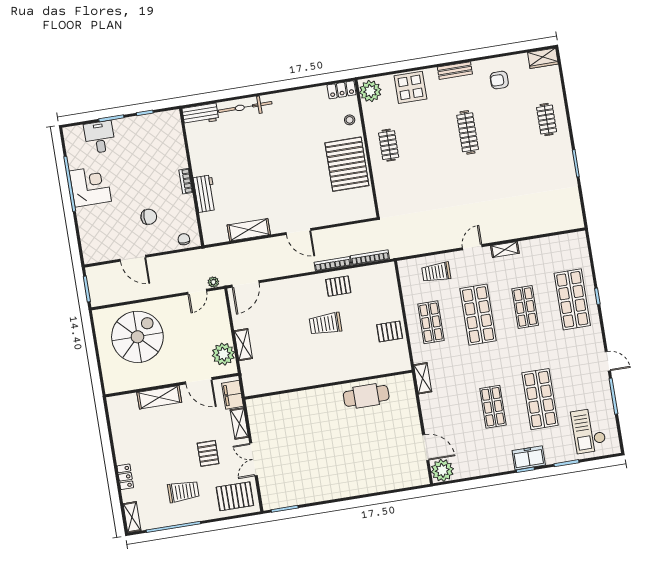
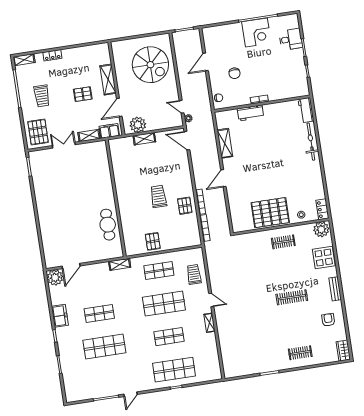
checkout: (589, 431) -> (82, 380), removed
pallet: (208, 453) -> (83, 94), moved
freezer: (529, 458) -> (60, 316), moved

